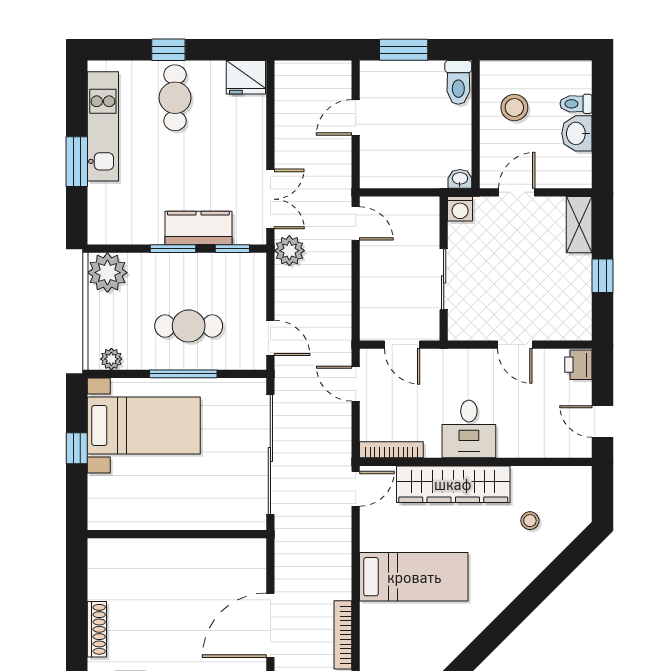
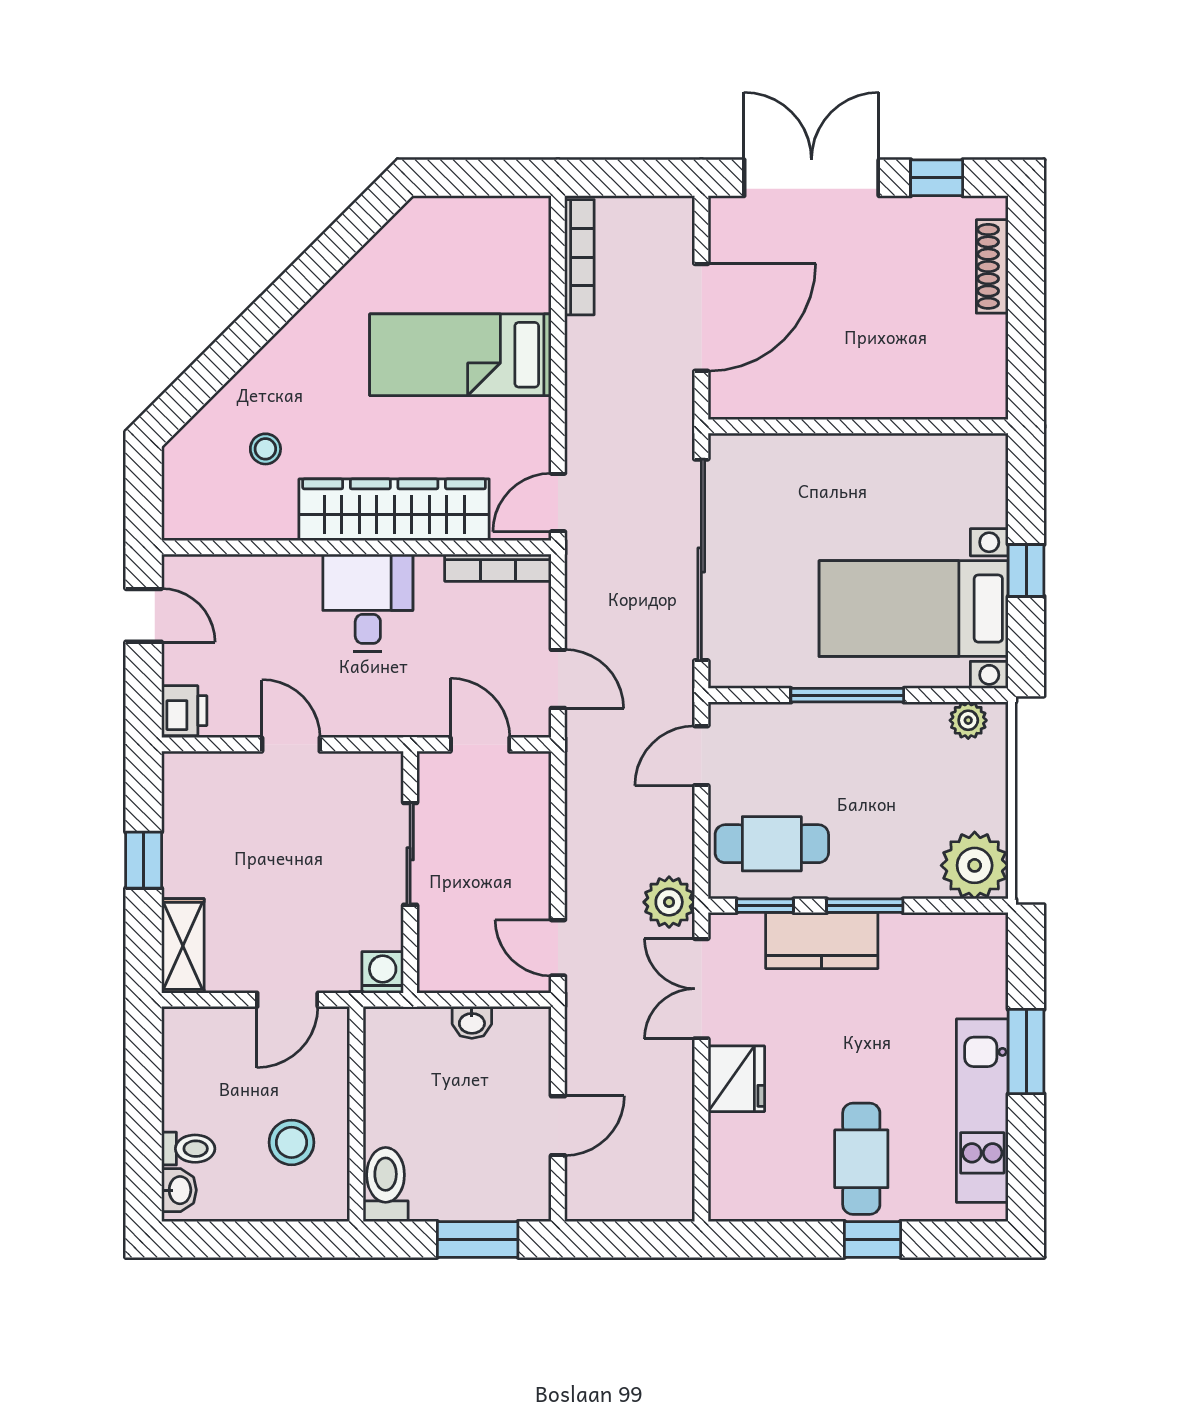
fridge: (246, 77) -> (736, 1079), moved, turned 90
washbasin: (577, 133) -> (179, 1190), moved, width x0.72, depth x0.69
washbasin: (460, 179) -> (472, 1022), moved
cafe table: (189, 326) -> (772, 844), moved
door: (270, 338) -> (701, 756), hinge flipped
door: (270, 625) -> (701, 317), moved

